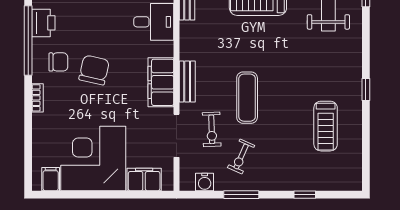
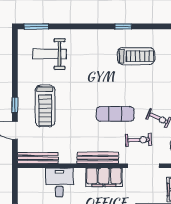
bench: (187, 82) -> (98, 158), width x1.36
window: (366, 90) -> (123, 26), moved

